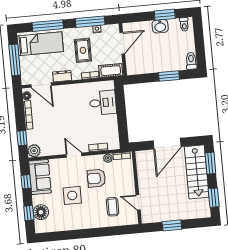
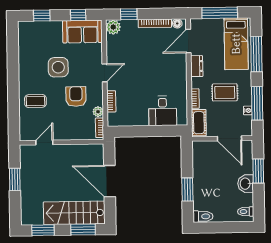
window: (165, 15) -> (258, 171), moved
coffee table: (113, 207) -> (35, 101), moved
floor lamp: (41, 212) -> (42, 30), removed

